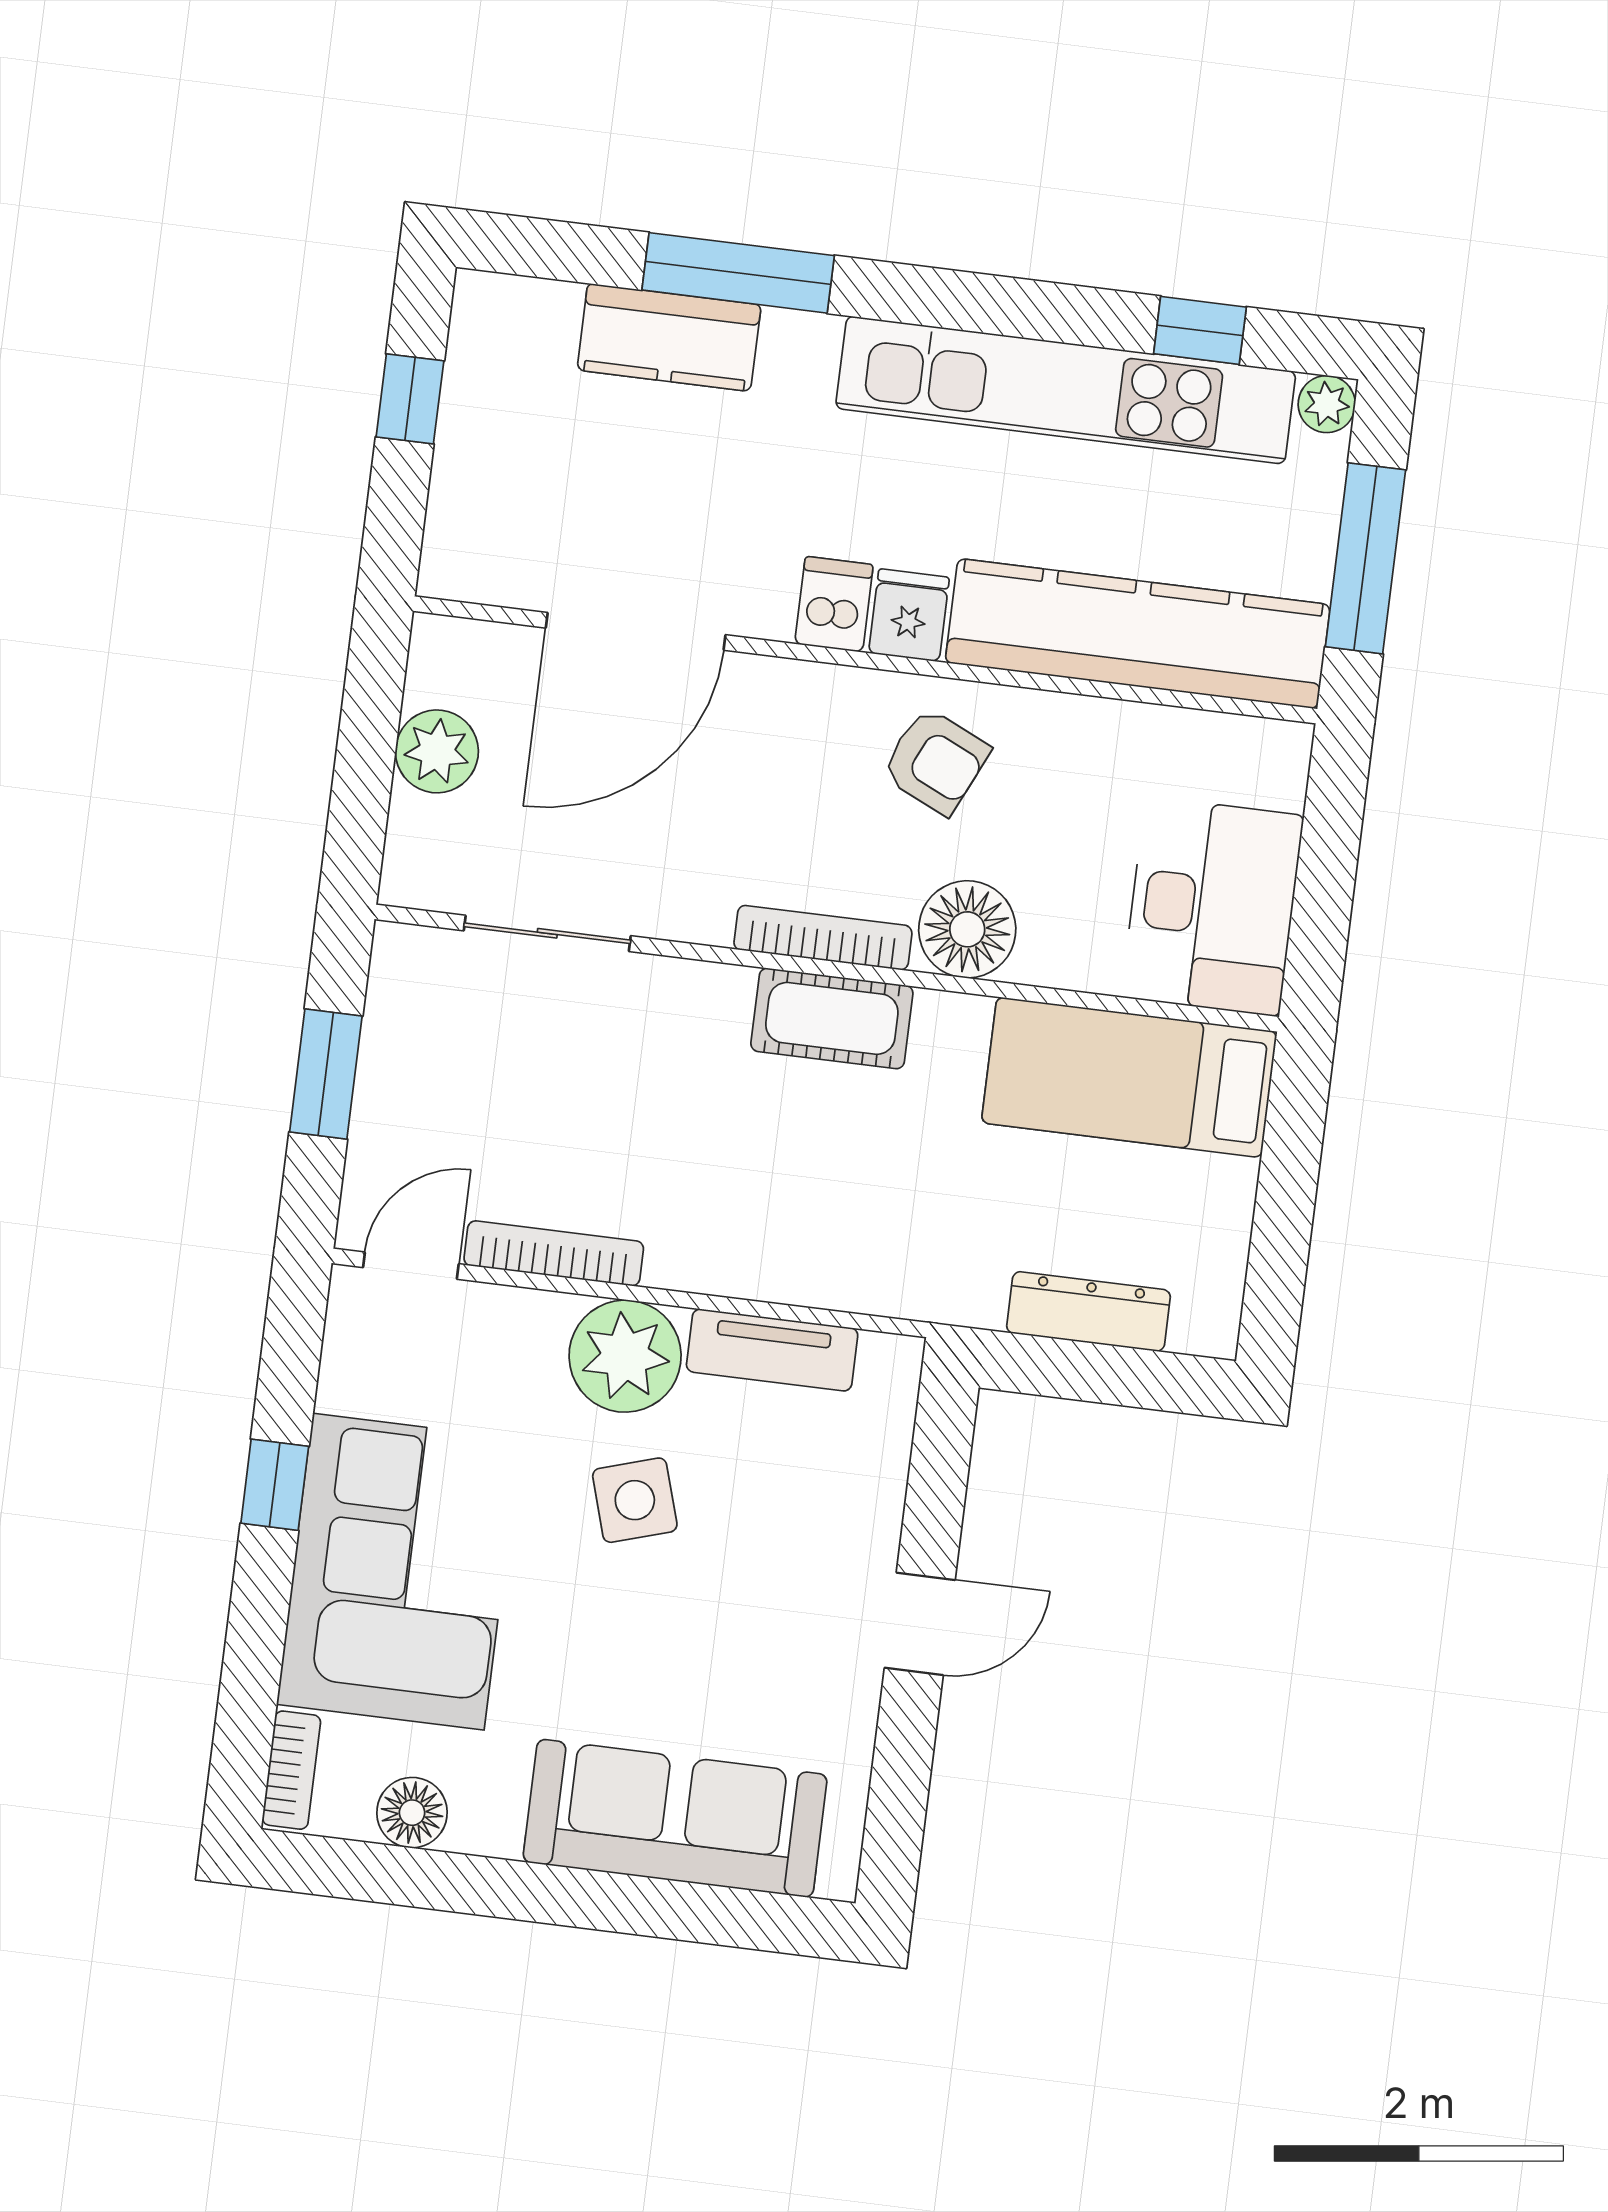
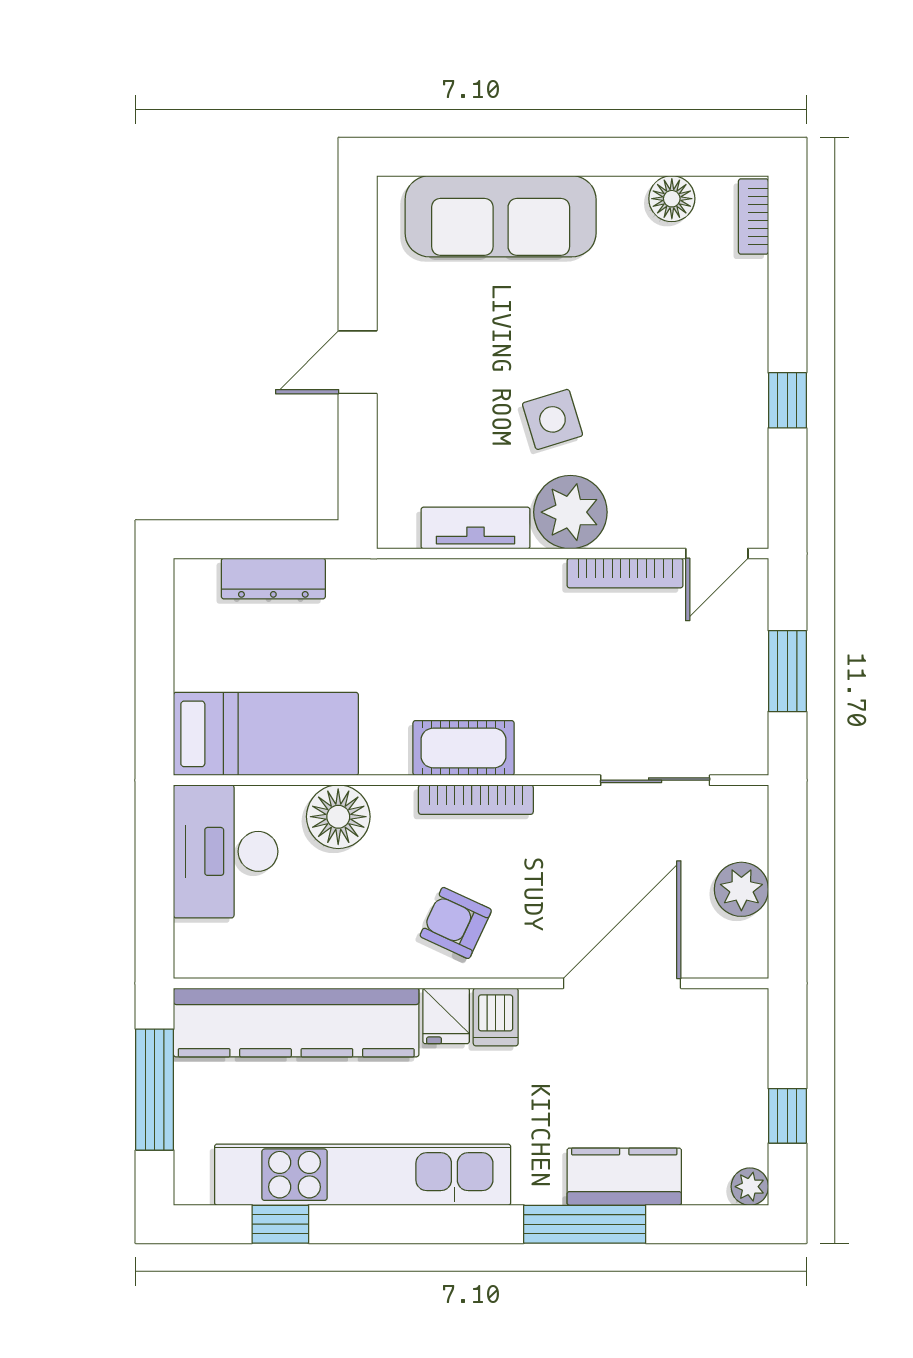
plant: (1327, 404) -> (750, 1187), moved
armchair: (936, 761) -> (456, 923), moved
floor lamp: (967, 929) -> (338, 817), moved
corner sofa: (398, 1572) -> (700, 354), removed

